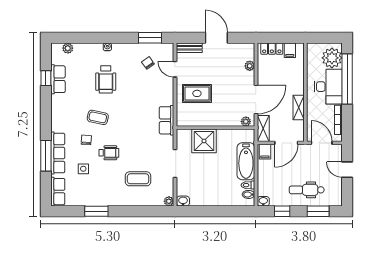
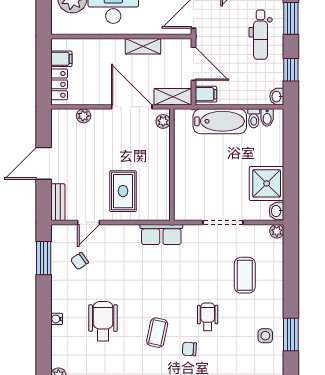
wheelchair: (106, 79) -> (103, 321), turned -90
shower: (204, 141) -> (267, 183), moved
side table: (83, 169) -> (265, 336), moved

